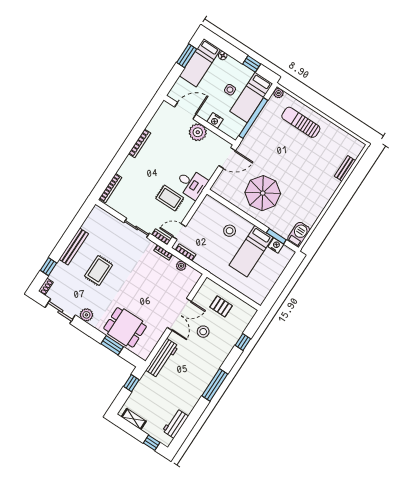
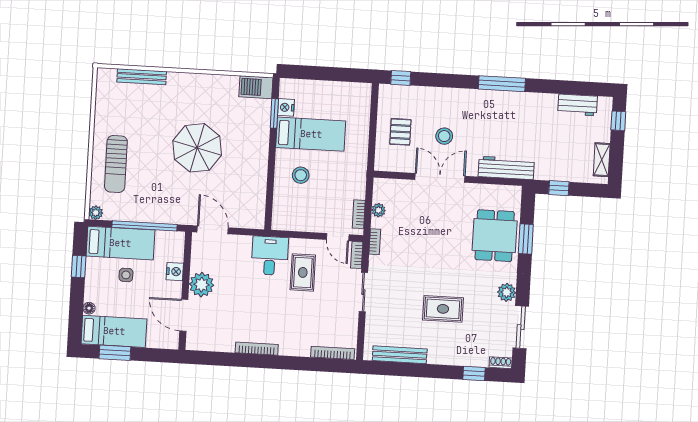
bench: (345, 168) -> (142, 77), width x1.36
parasol: (263, 193) -> (197, 148), moved
bench: (74, 247) -> (400, 355), moved
window: (243, 342) -> (401, 78), moved

